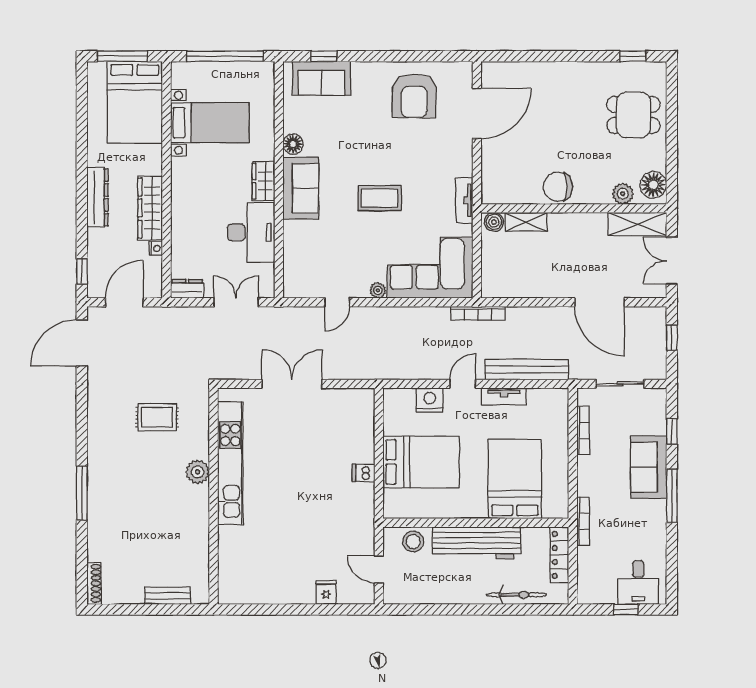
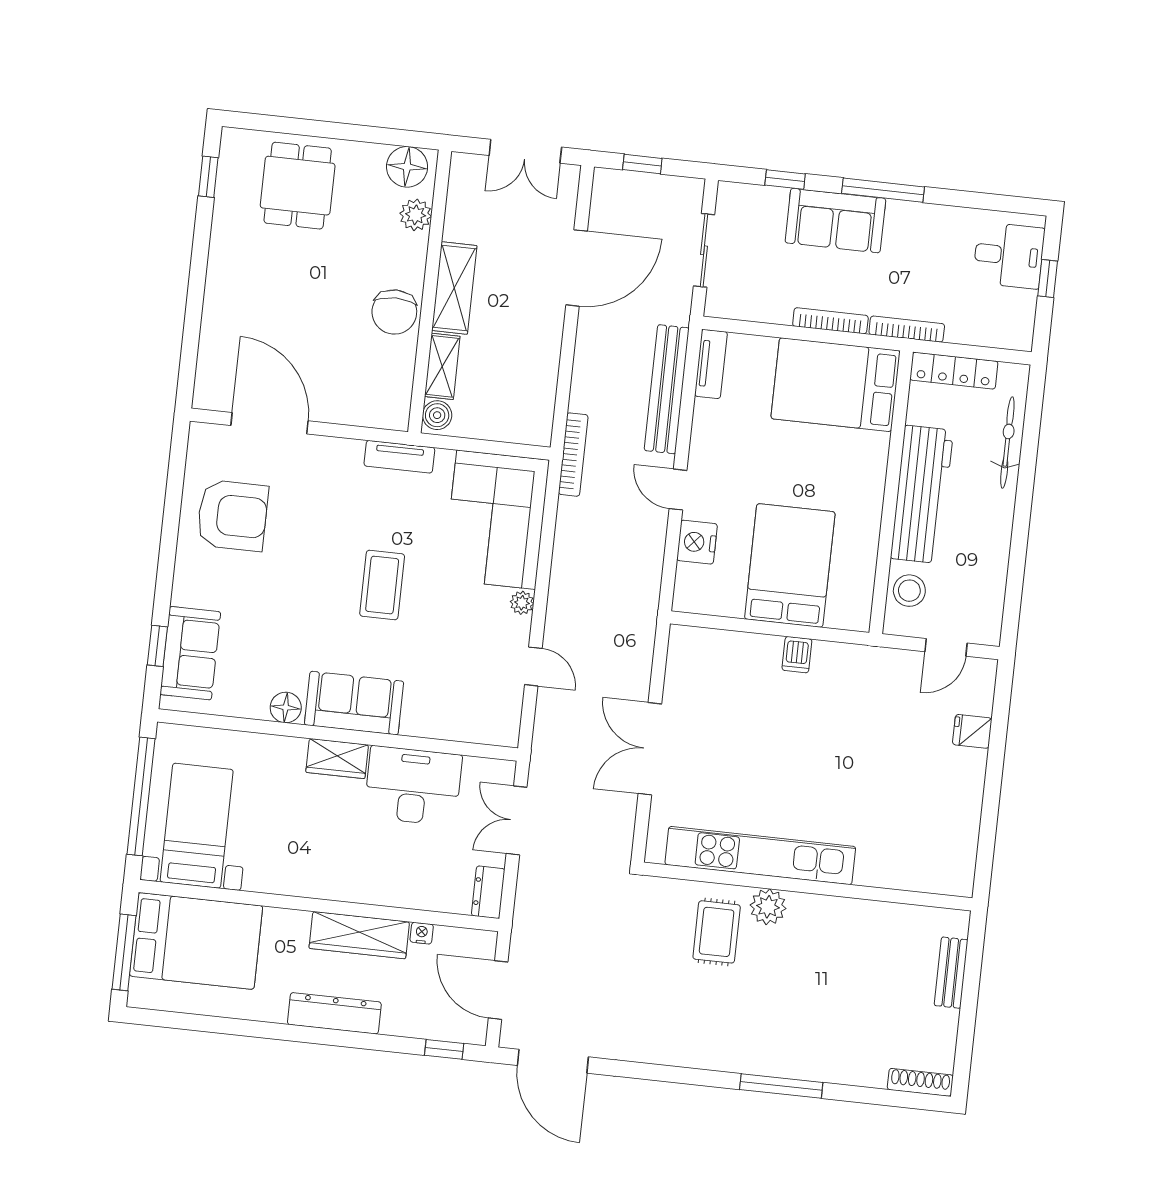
bed with nightstands: (210, 123) -> (197, 826), moved
shelving: (637, 224) -> (454, 288), moved
tv unit: (504, 396) -> (711, 364), moved
rug: (157, 417) -> (717, 932), moved
bookcase: (583, 431) -> (830, 321), moved
bed: (515, 479) -> (836, 385), moved

